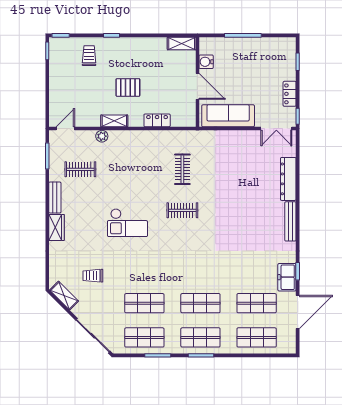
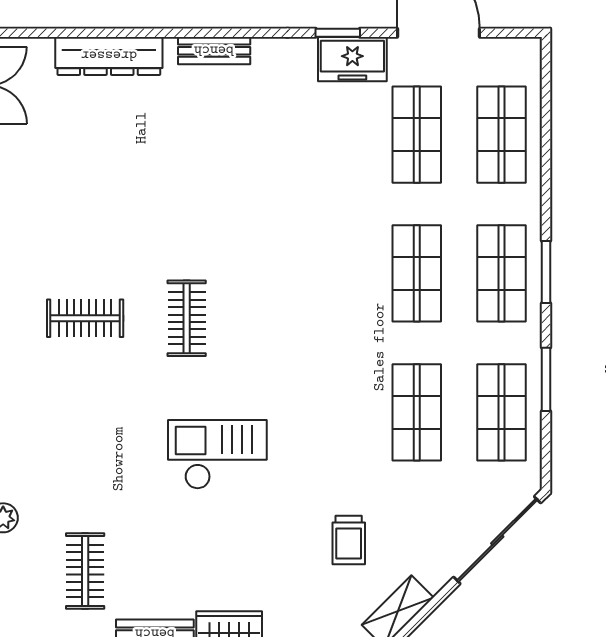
bench: (290, 221) -> (214, 51), width x0.73
checkout: (127, 223) -> (217, 454), turned -90

